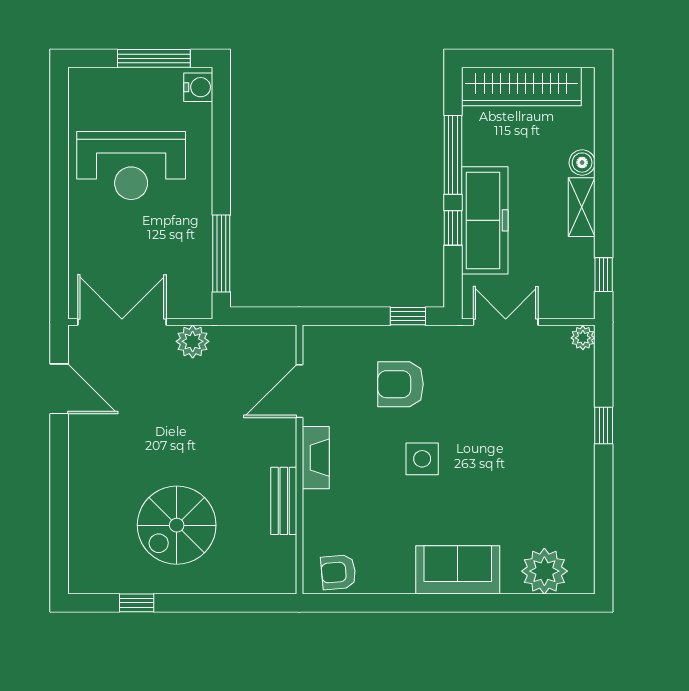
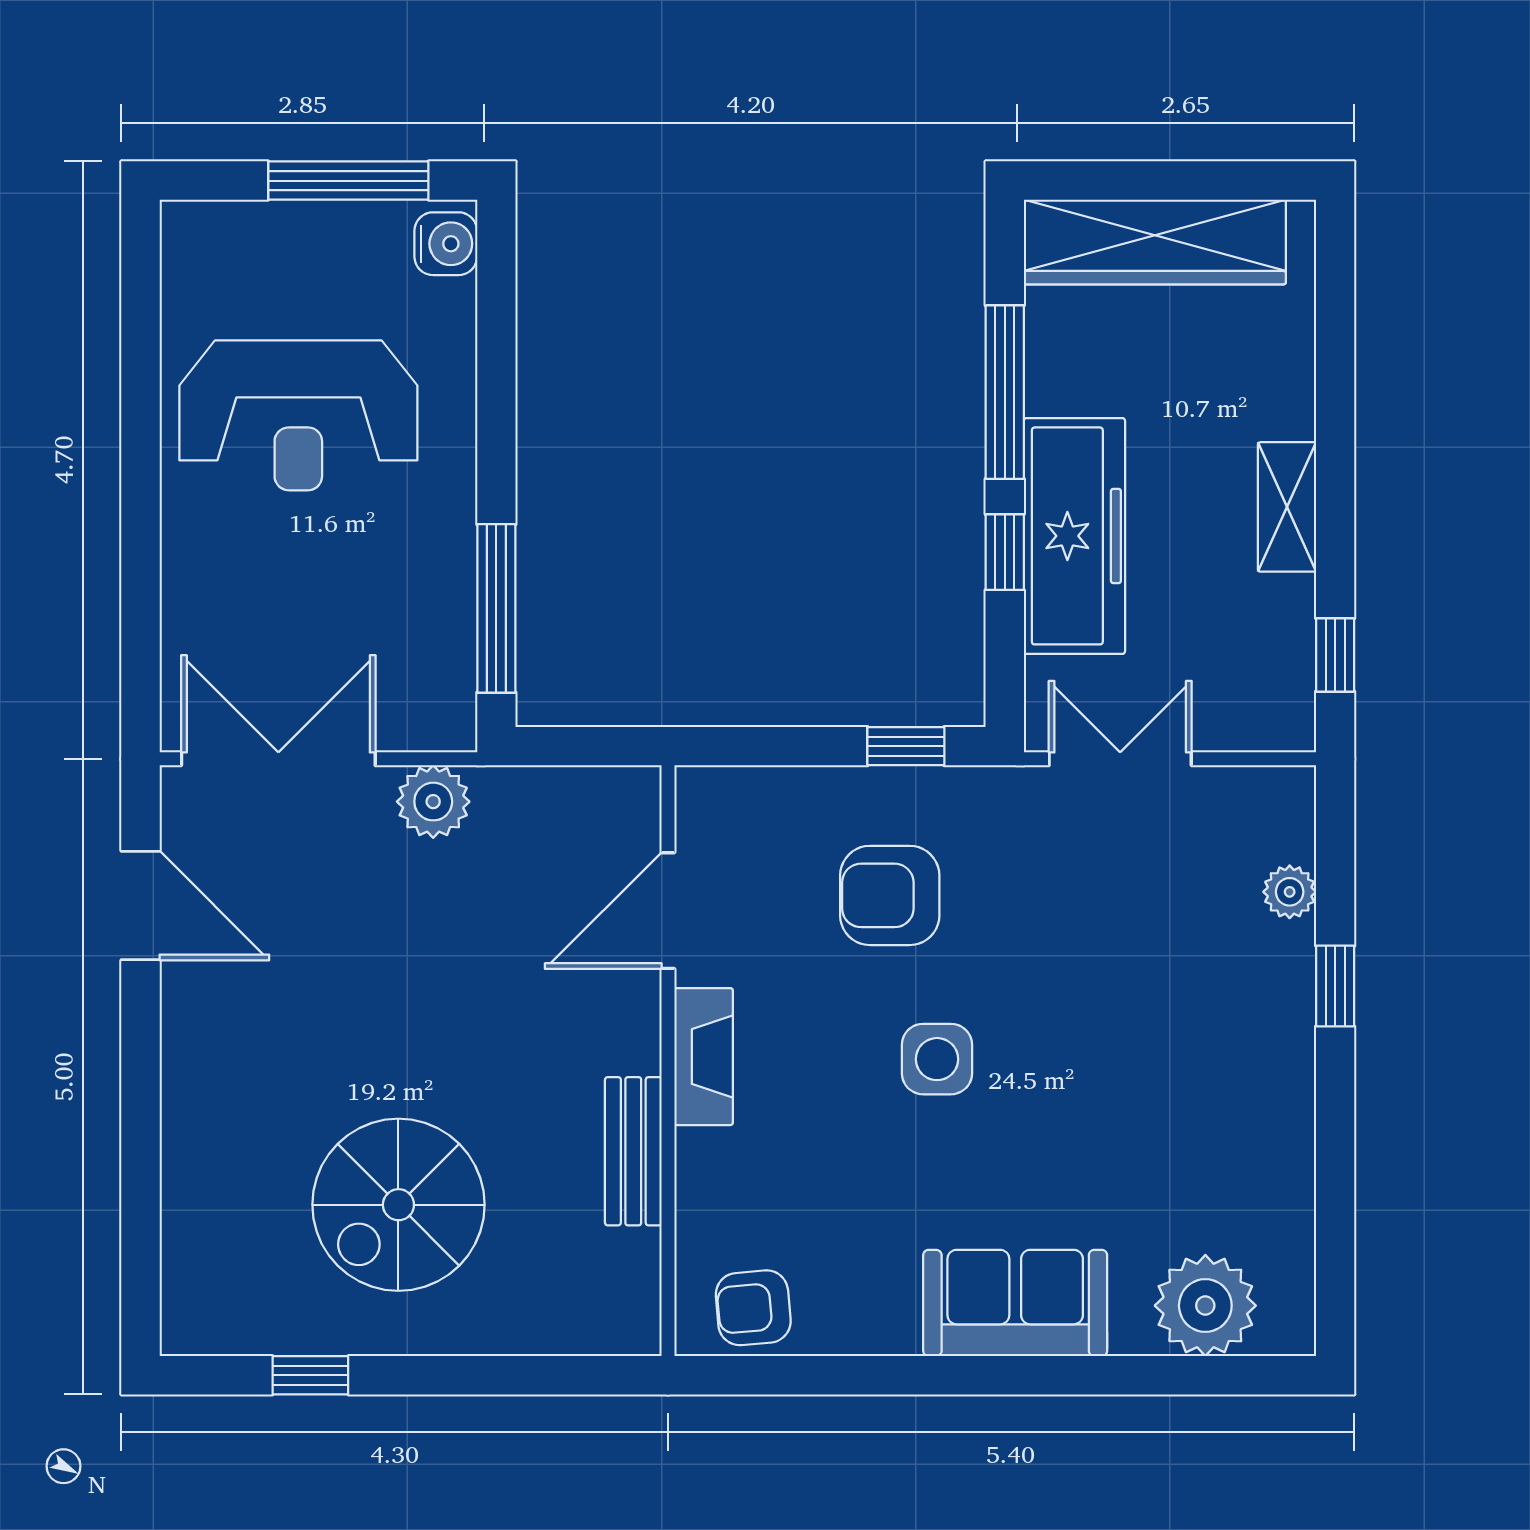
boiler: (582, 163) -> (1288, 409), removed
plant: (583, 338) -> (1290, 892), moved

